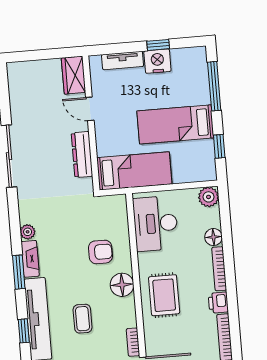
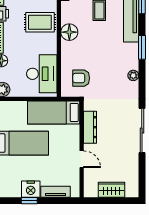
wardrobe: (73, 75) -> (112, 190), moved, turned -90
armchair: (100, 252) -> (81, 78), moved
fireplace: (30, 259) -> (133, 56), removed
rug: (164, 295) -> (40, 22), turned 90

